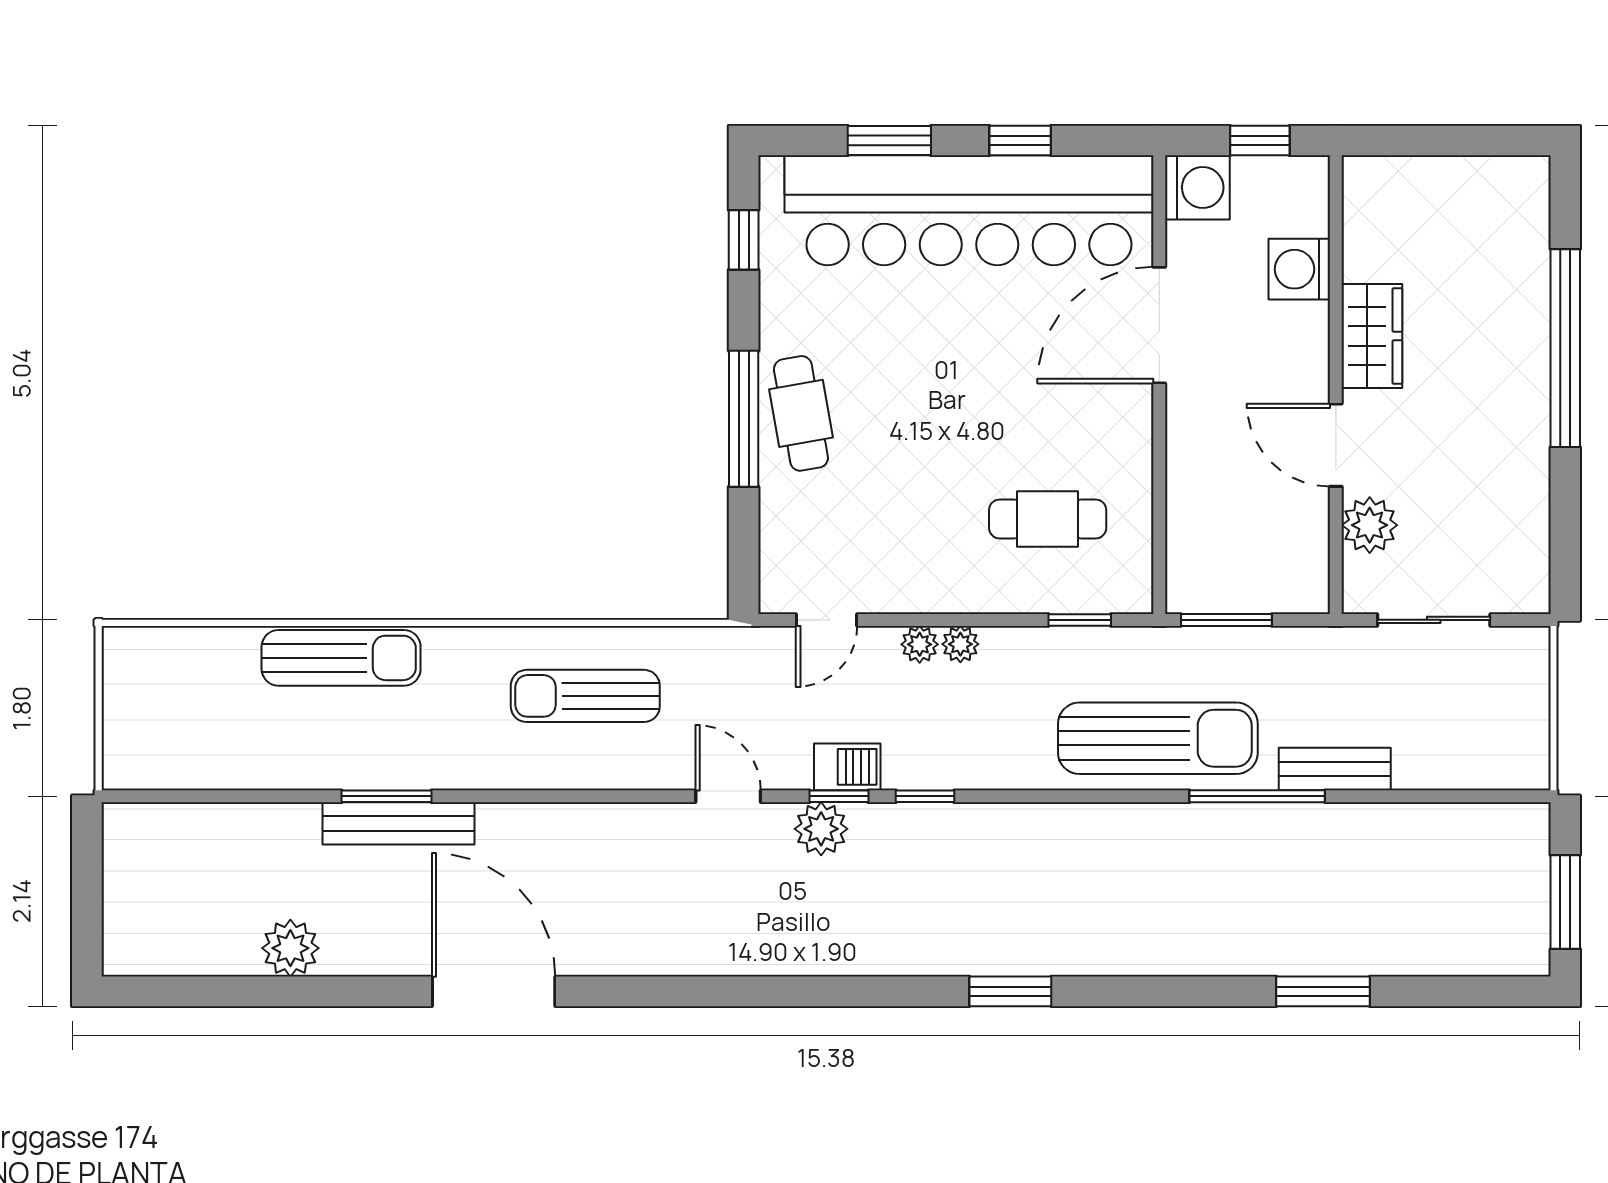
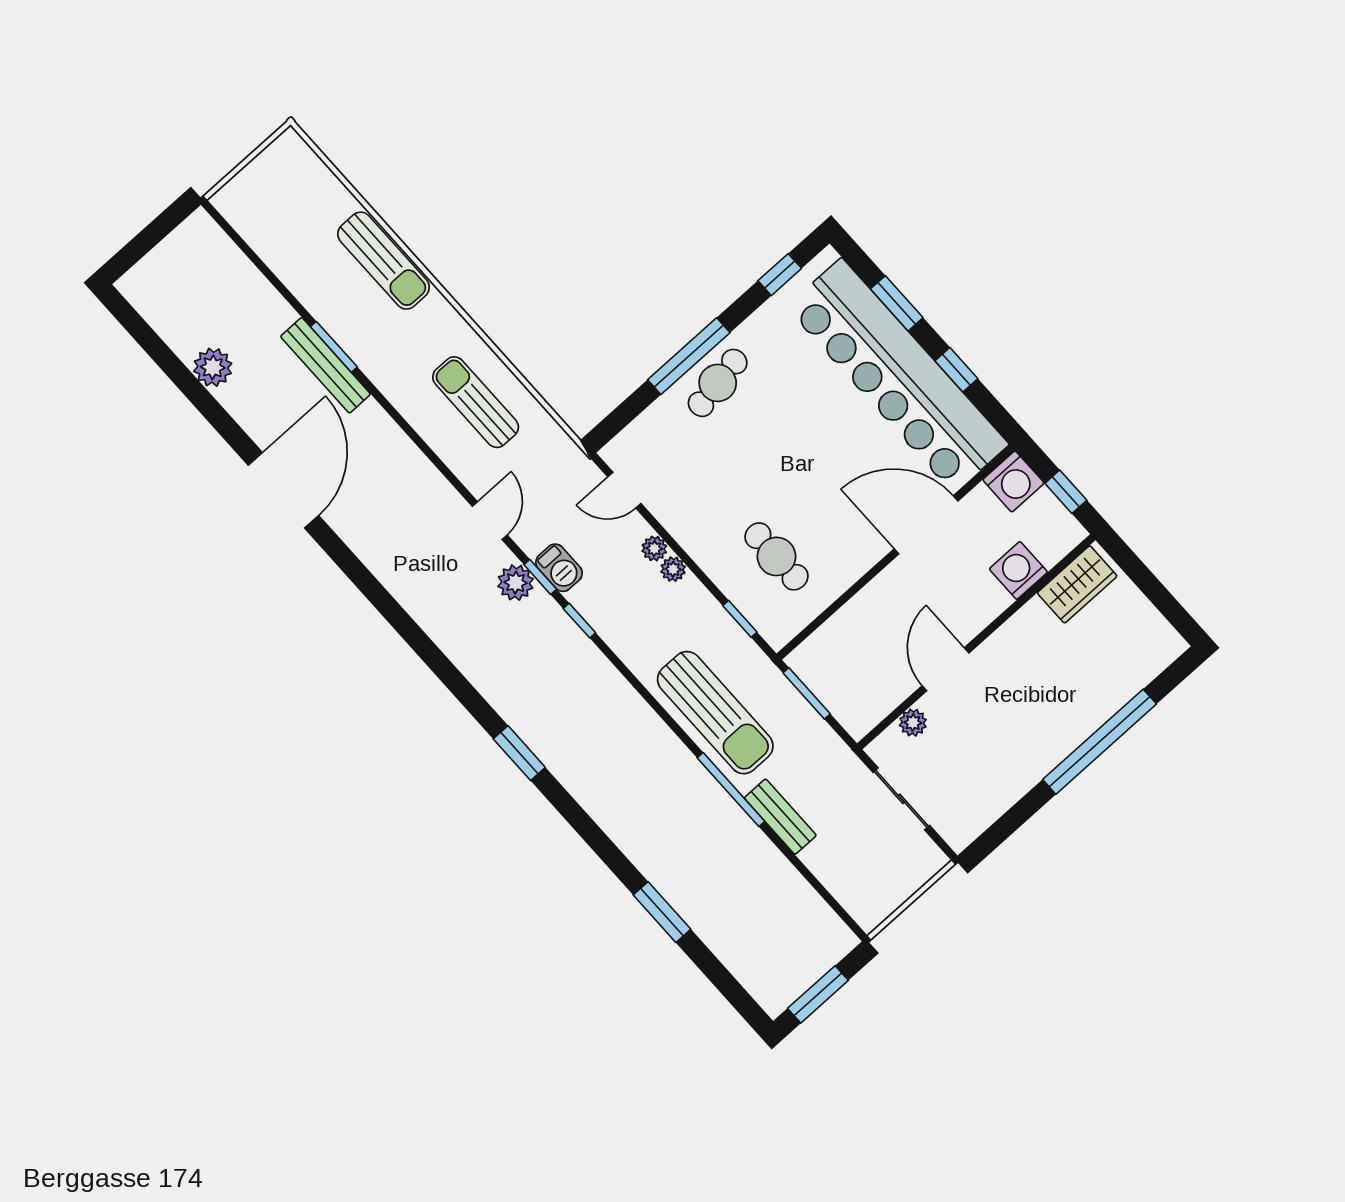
wardrobe: (1372, 336) -> (1077, 584), moved
plant: (1370, 525) -> (913, 723), width x0.73, depth x0.73

